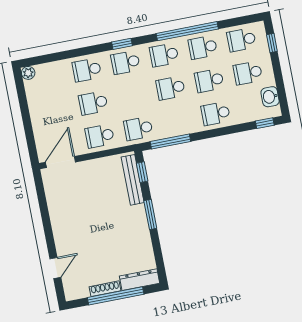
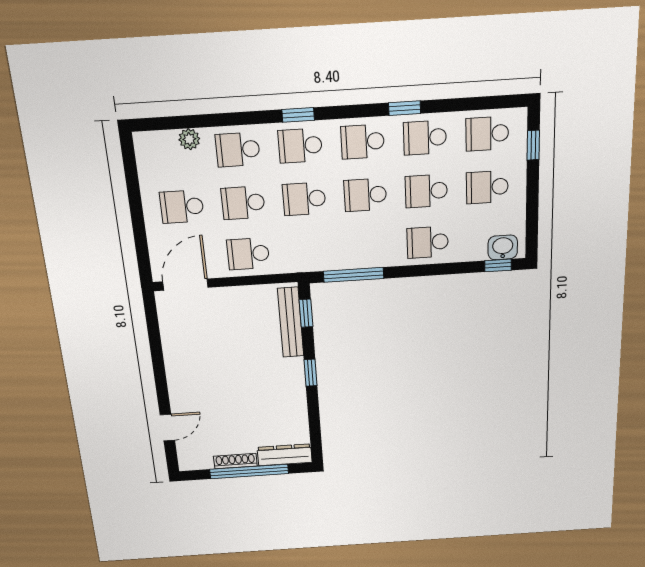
window: (187, 31) -> (405, 108), width x0.32
plant: (28, 73) -> (189, 139), moved
washbasin: (270, 97) -> (503, 247), moved, turned 90
school desk: (55, 111) -> (182, 207), added
school desk: (138, 129) -> (304, 199), moved
window: (150, 214) -> (311, 373), width x0.67

